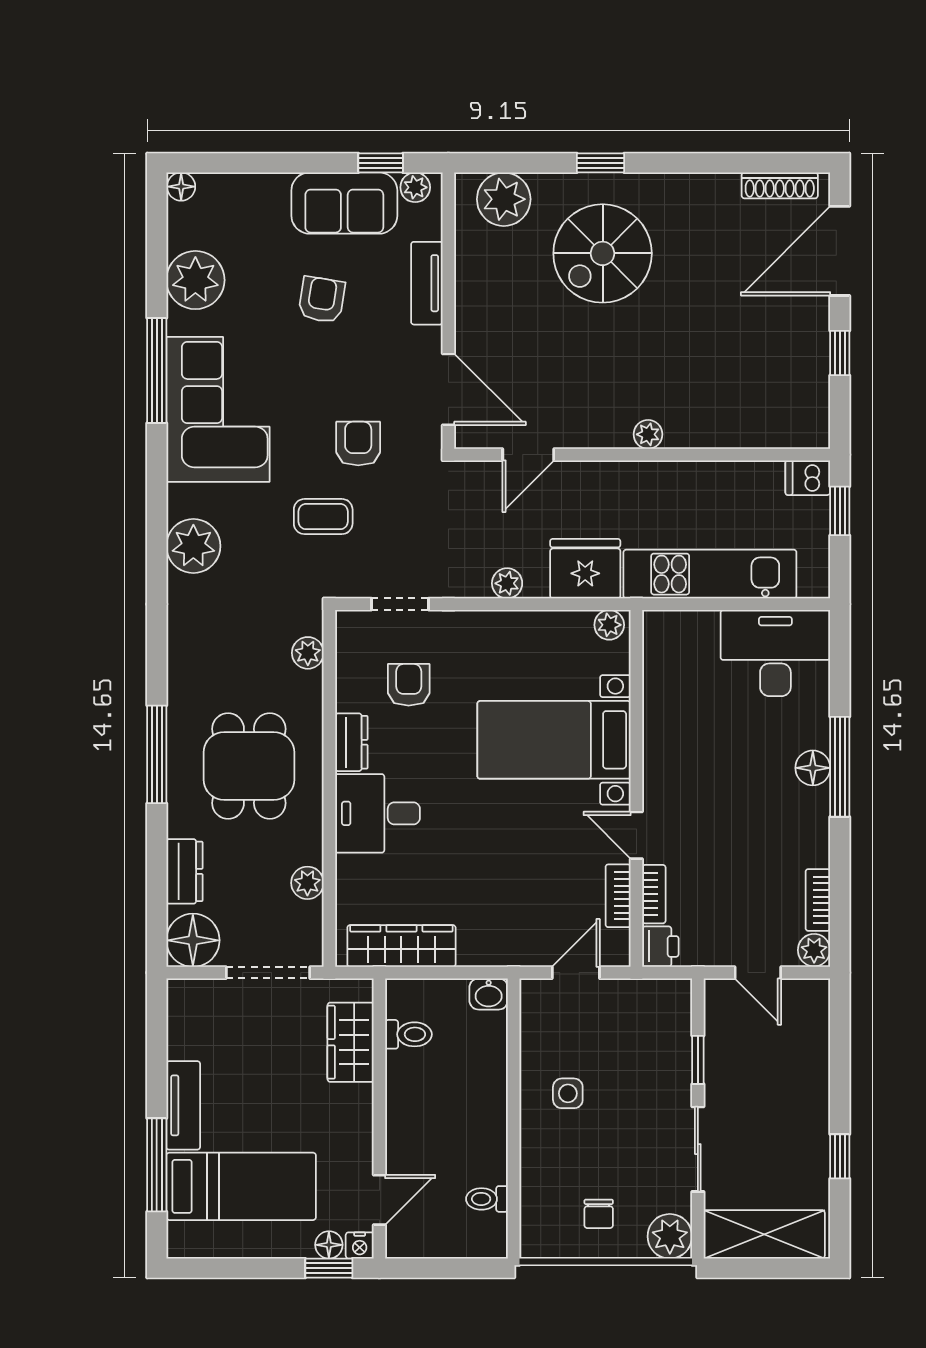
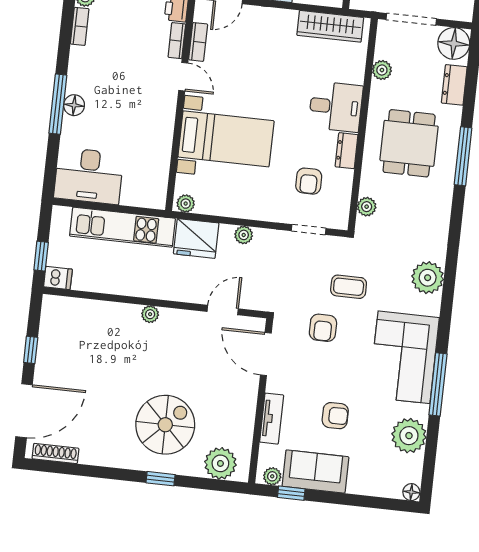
armchair: (322, 300) -> (335, 416), turned -99

